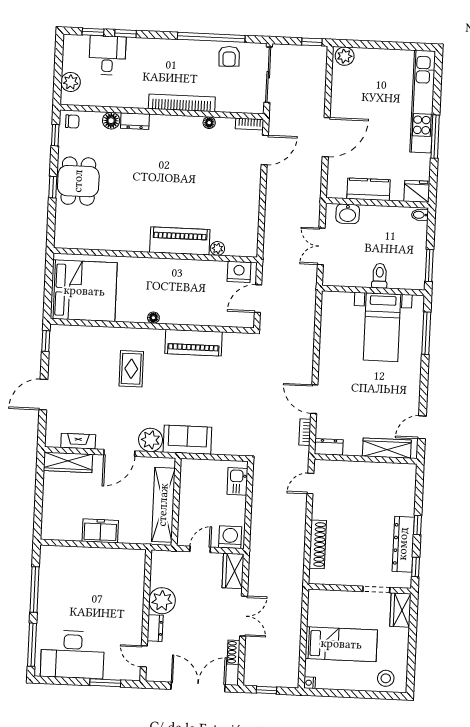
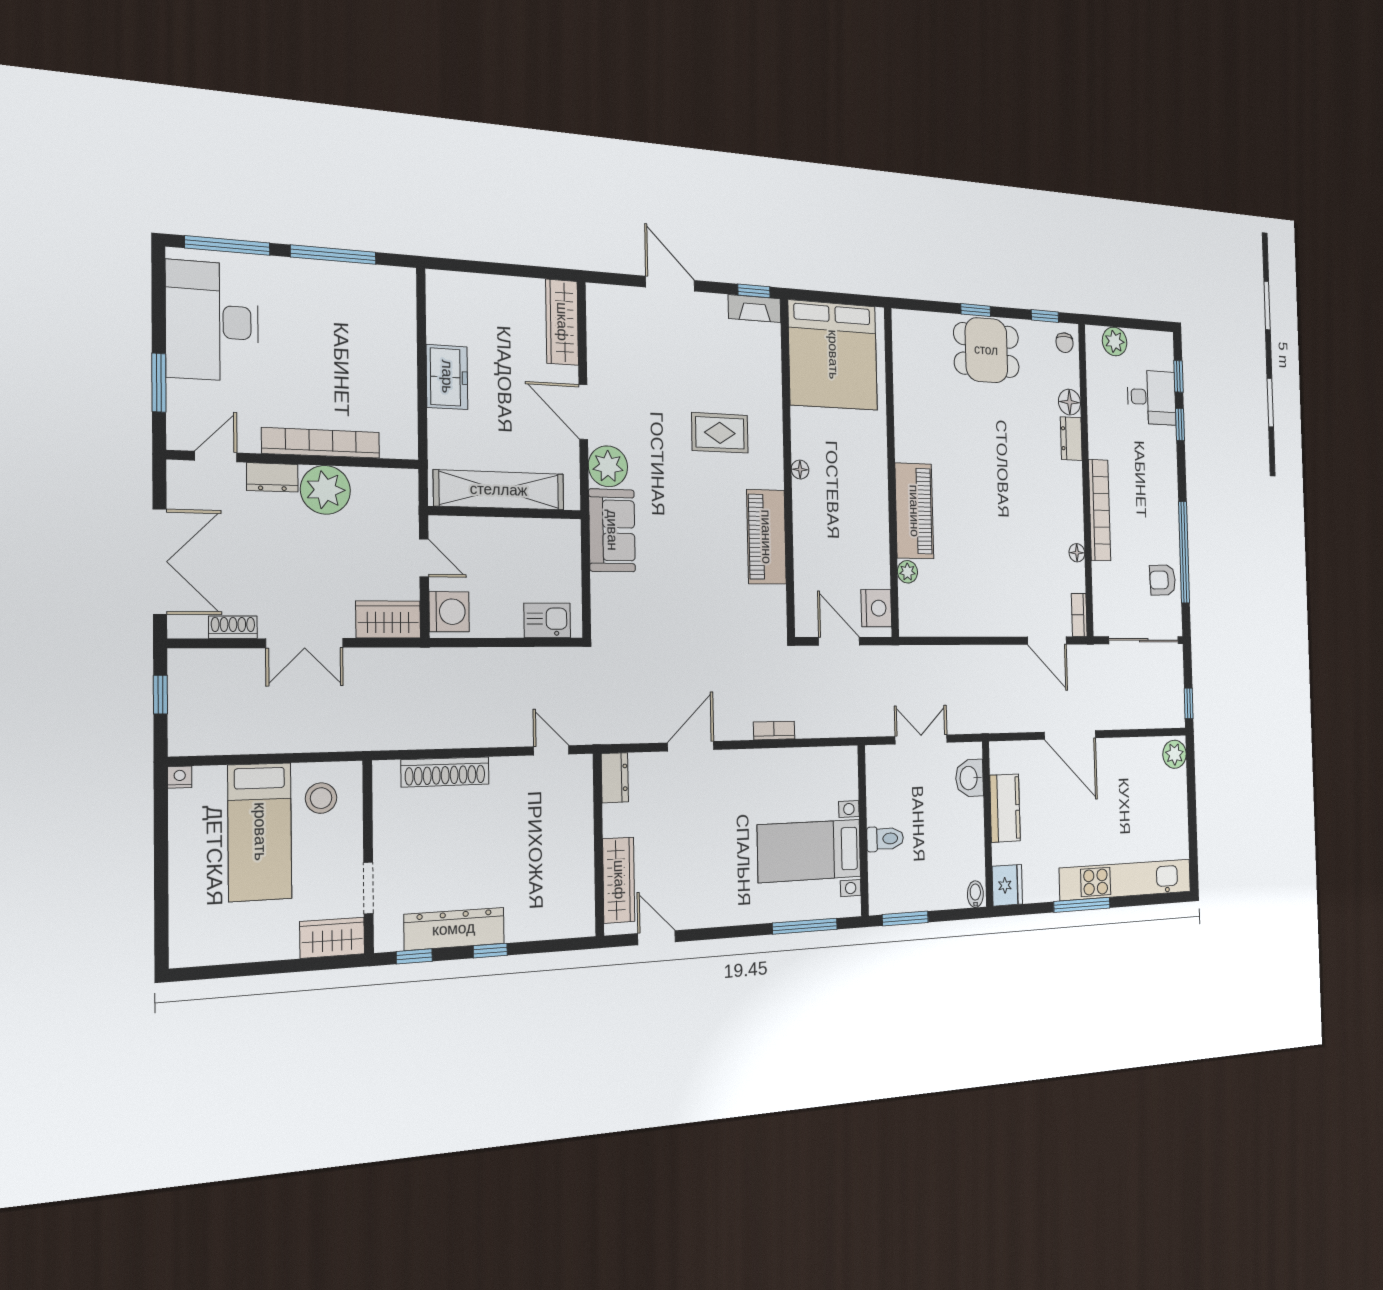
bookcase: (305, 432) -> (774, 730), moved
fireplace: (78, 441) -> (755, 309), moved, turned 90
bookcase: (137, 602) -> (321, 443), added
stool: (386, 678) -> (321, 798), moved

